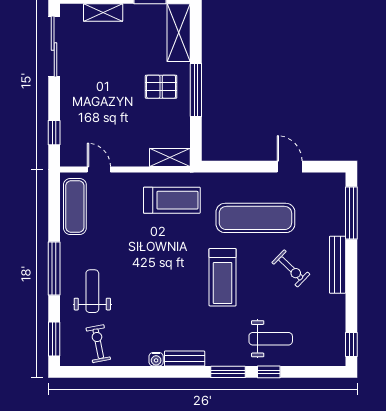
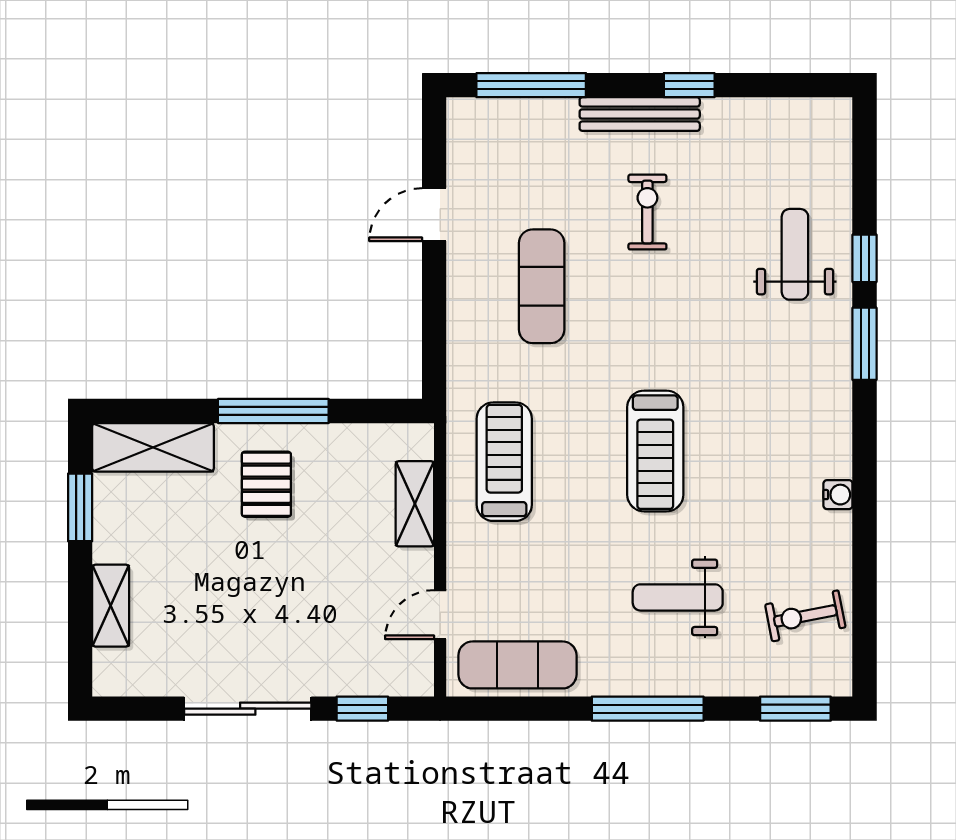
sliding door: (54, 47) -> (248, 709), moved
shelving: (170, 158) -> (415, 504), moved
exercise mat: (255, 218) -> (542, 286), width x0.73, depth x0.69
exercise bike: (291, 268) -> (647, 212), turned -44
treadmill: (223, 277) -> (655, 451), moved, turned 90
weight bench: (92, 291) -> (678, 597), moved
window: (351, 344) -> (689, 85), moved
bench: (185, 359) -> (836, 435), removed

